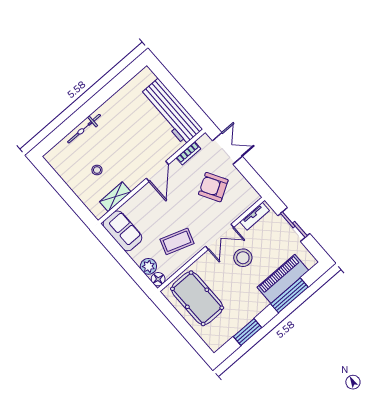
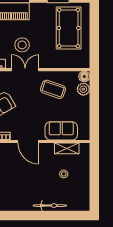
door: (157, 171) -> (28, 142), swing flipped
sofa: (122, 231) -> (61, 131), moved, turned 90
pool table: (197, 298) -> (69, 28), moved

